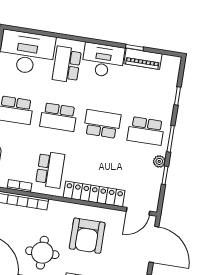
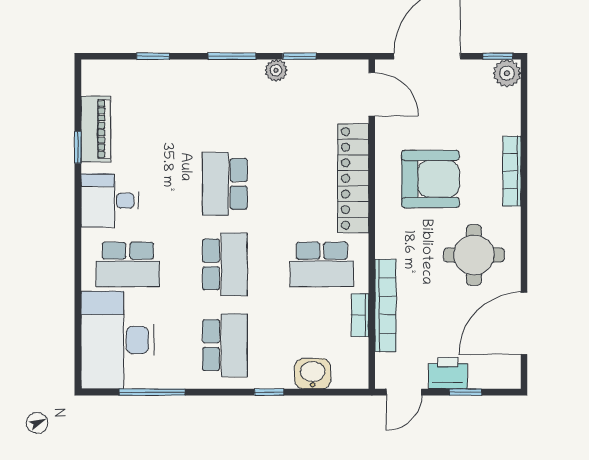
desk: (103, 60) -> (110, 201), width x0.73
school desk: (146, 131) -> (225, 103), removed
school desk: (50, 170) -> (322, 264), turned 180

